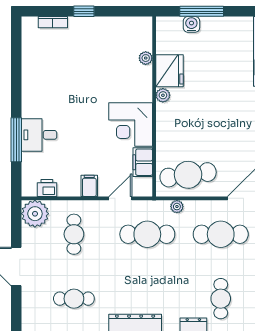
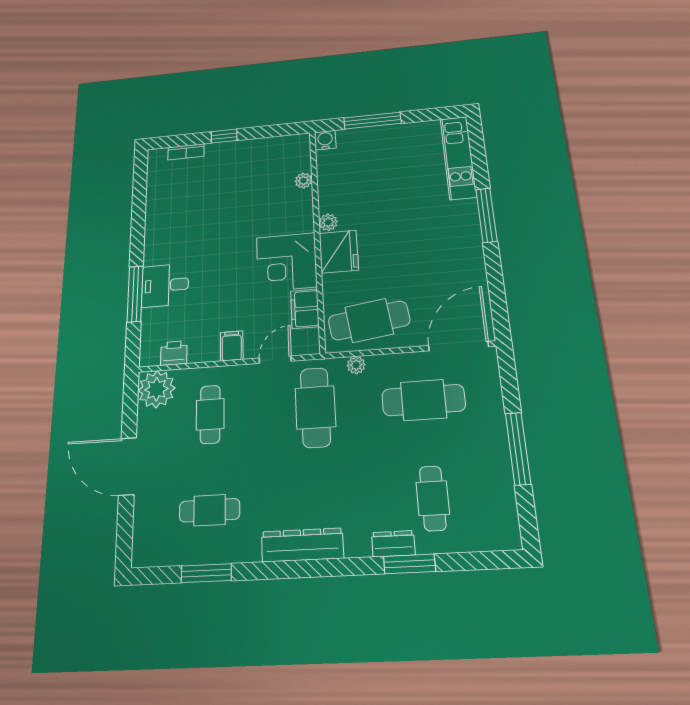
water cooler: (191, 24) -> (325, 140), moved
fridge: (169, 71) -> (339, 252), moved
cafe table: (147, 234) -> (315, 407), turned 90

